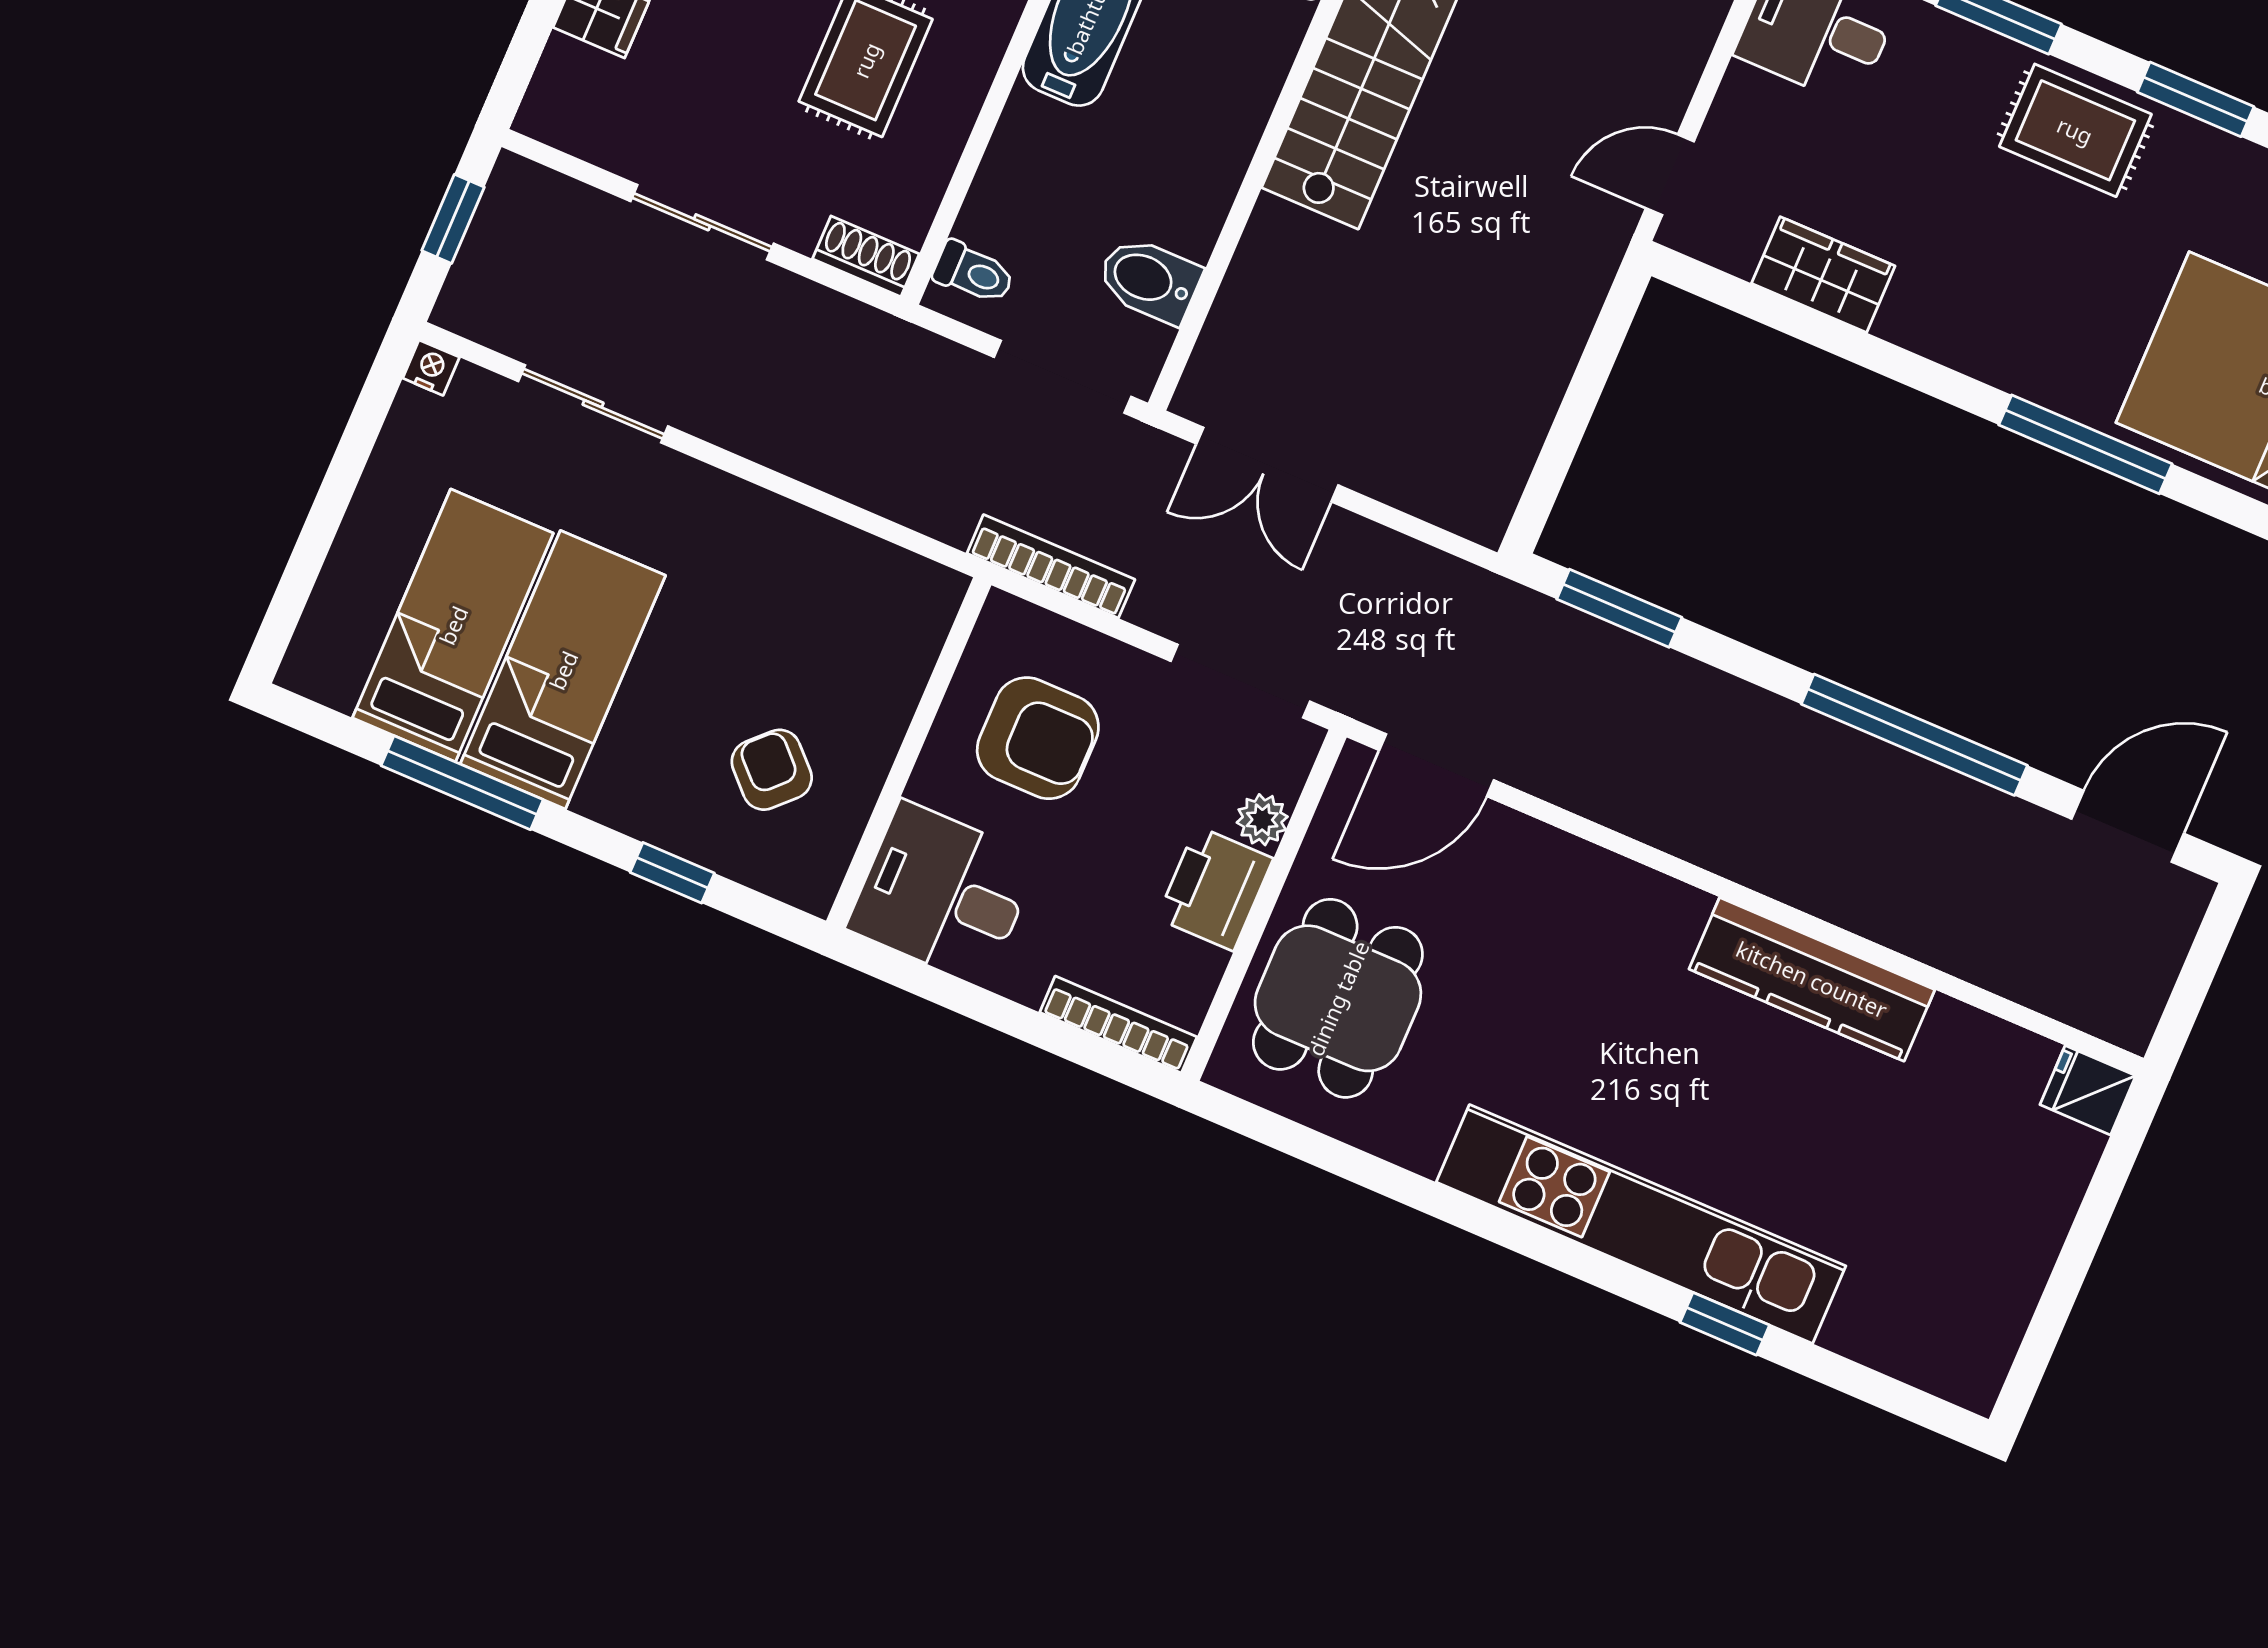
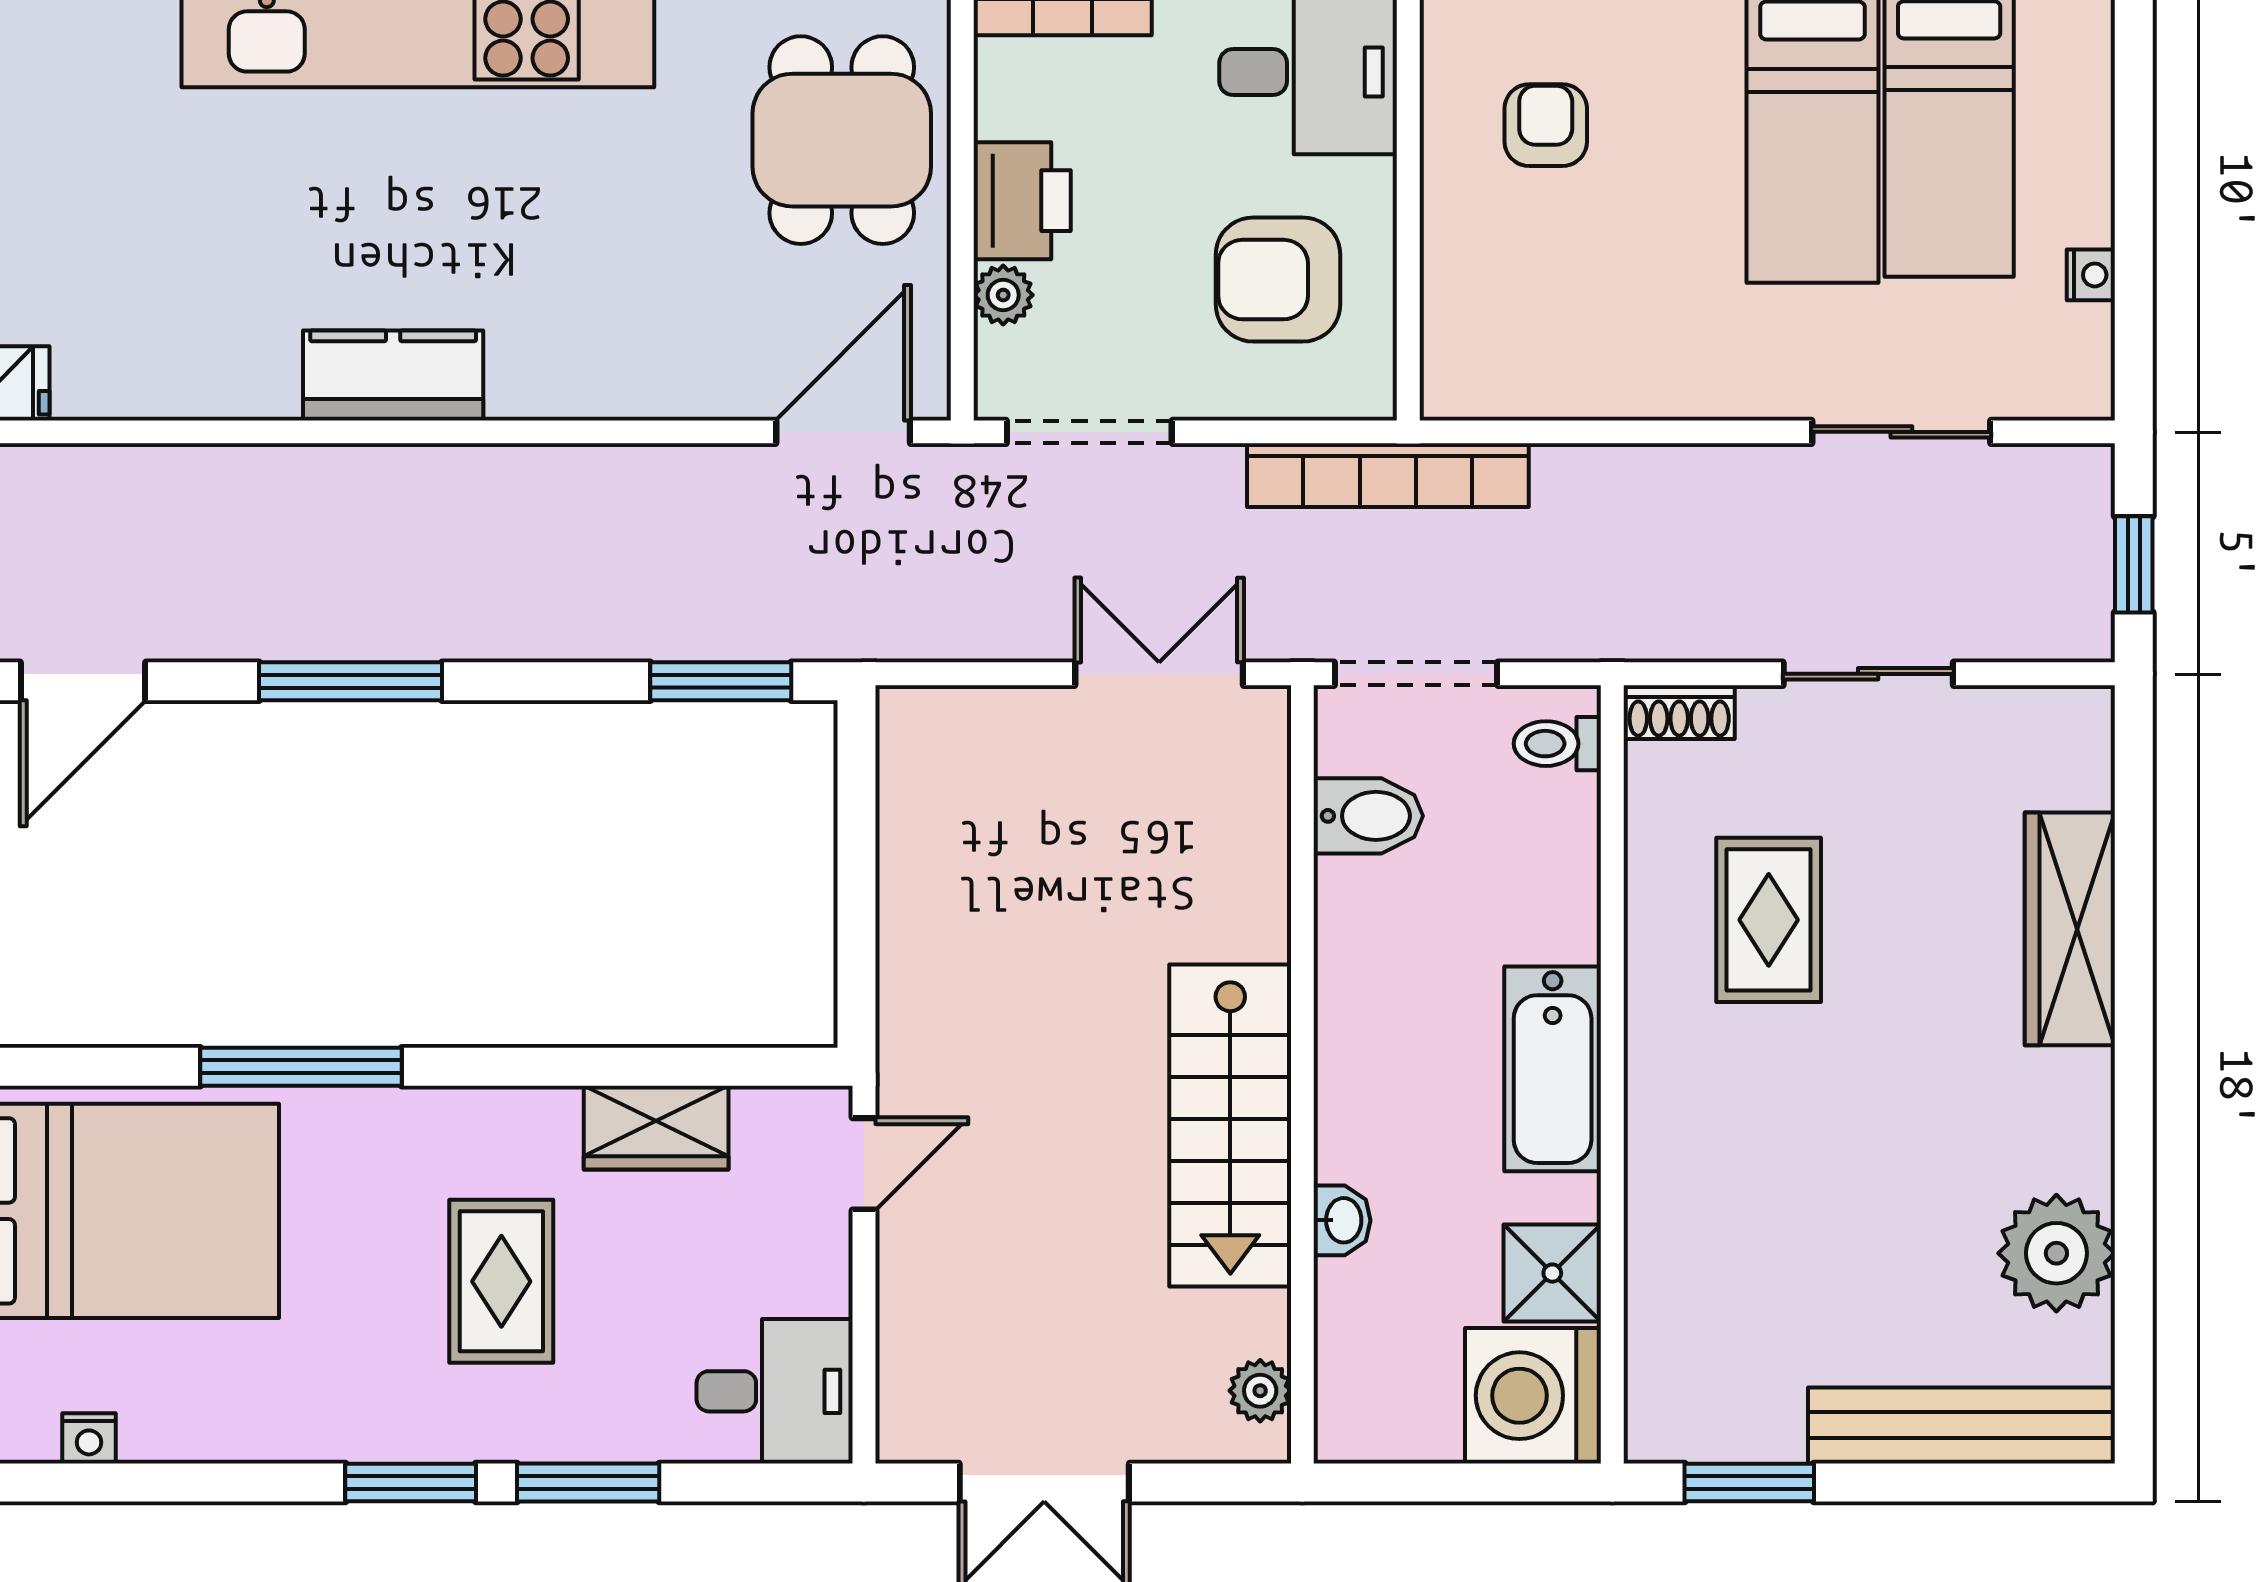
window: (2196, 99) -> (411, 1483), moved
rug: (2075, 130) -> (501, 1281), moved, turned 90
nightstand: (431, 368) -> (2091, 275), moved, turned -90
bookcase: (1051, 566) -> (1388, 475), width x1.48, depth x1.31
window: (1914, 735) -> (351, 681), width x0.68
armchair: (772, 770) -> (1546, 125), turned -135
kitchen counter: (1812, 979) -> (393, 376), width x0.67

